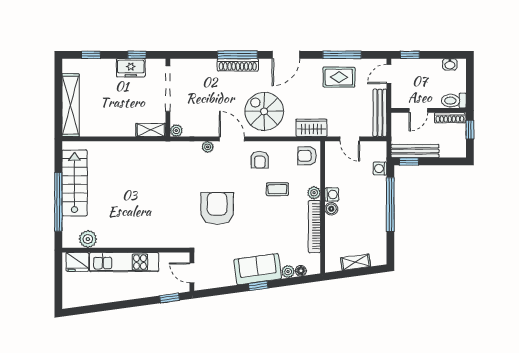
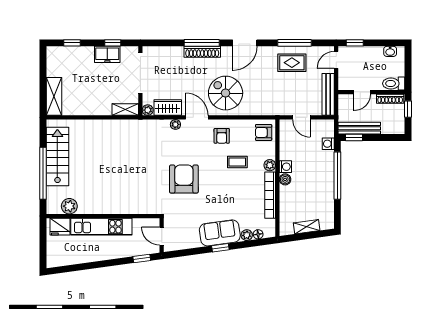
shelving: (71, 105) -> (54, 96), width x0.68
wardrobe: (311, 128) -> (168, 108), moved

